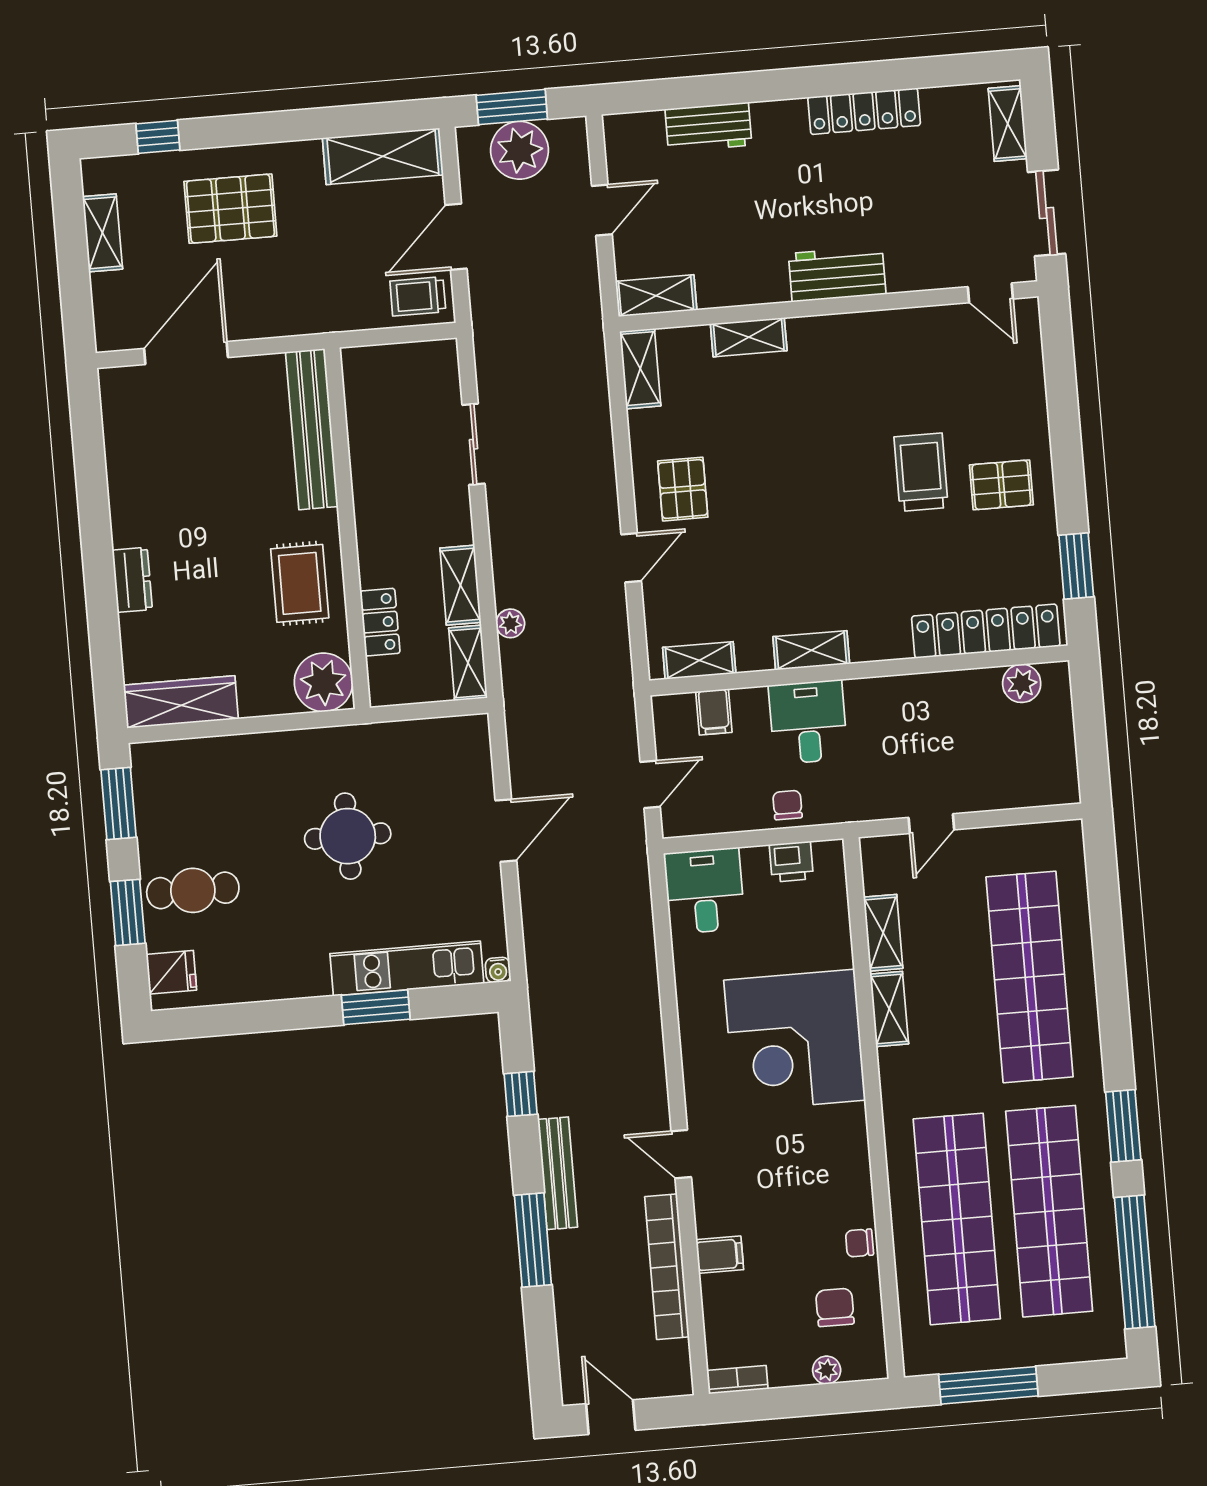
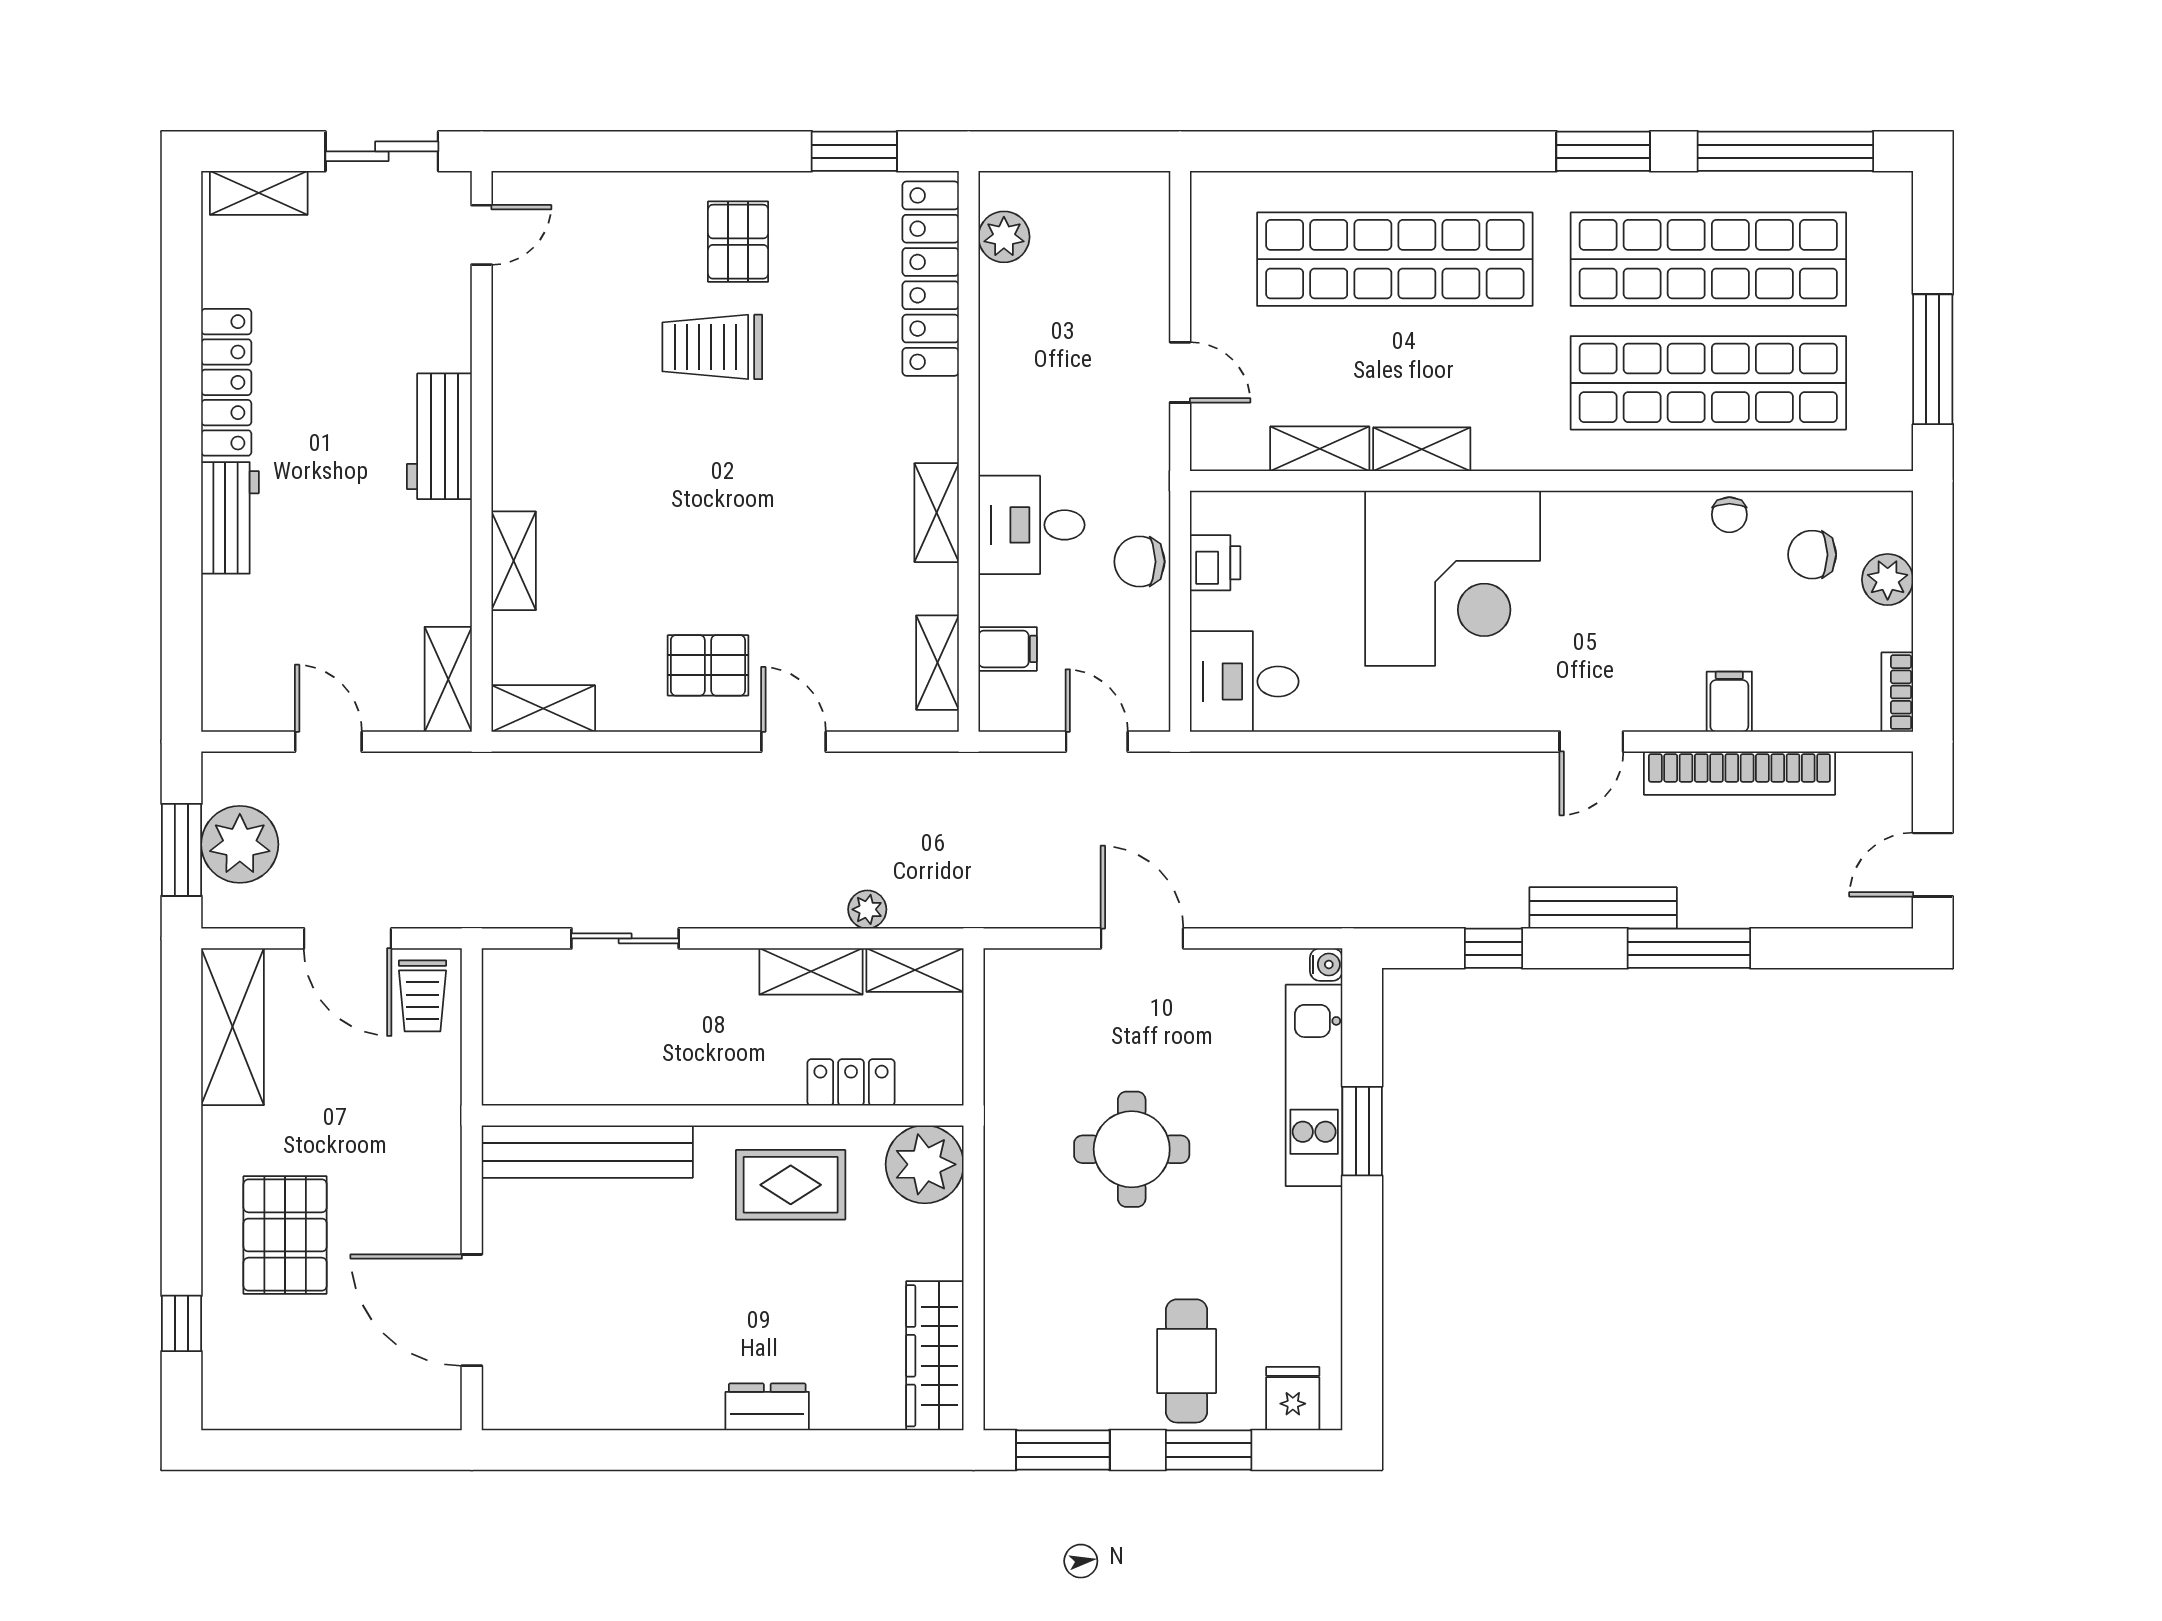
workbench: (708, 127) -> (230, 518), moved
shelving: (102, 233) -> (303, 1408), removed
chair: (787, 805) -> (1139, 562), width x1.37, depth x1.37
plant: (827, 1370) -> (1888, 580), width x1.38, depth x1.38

